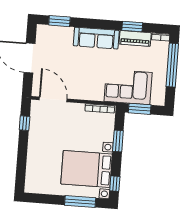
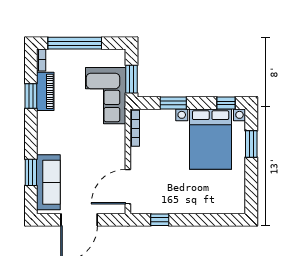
window: (59, 21) -> (31, 172), moved
sofa: (96, 38) -> (48, 182), moved
window: (80, 201) -> (251, 144), width x0.69

